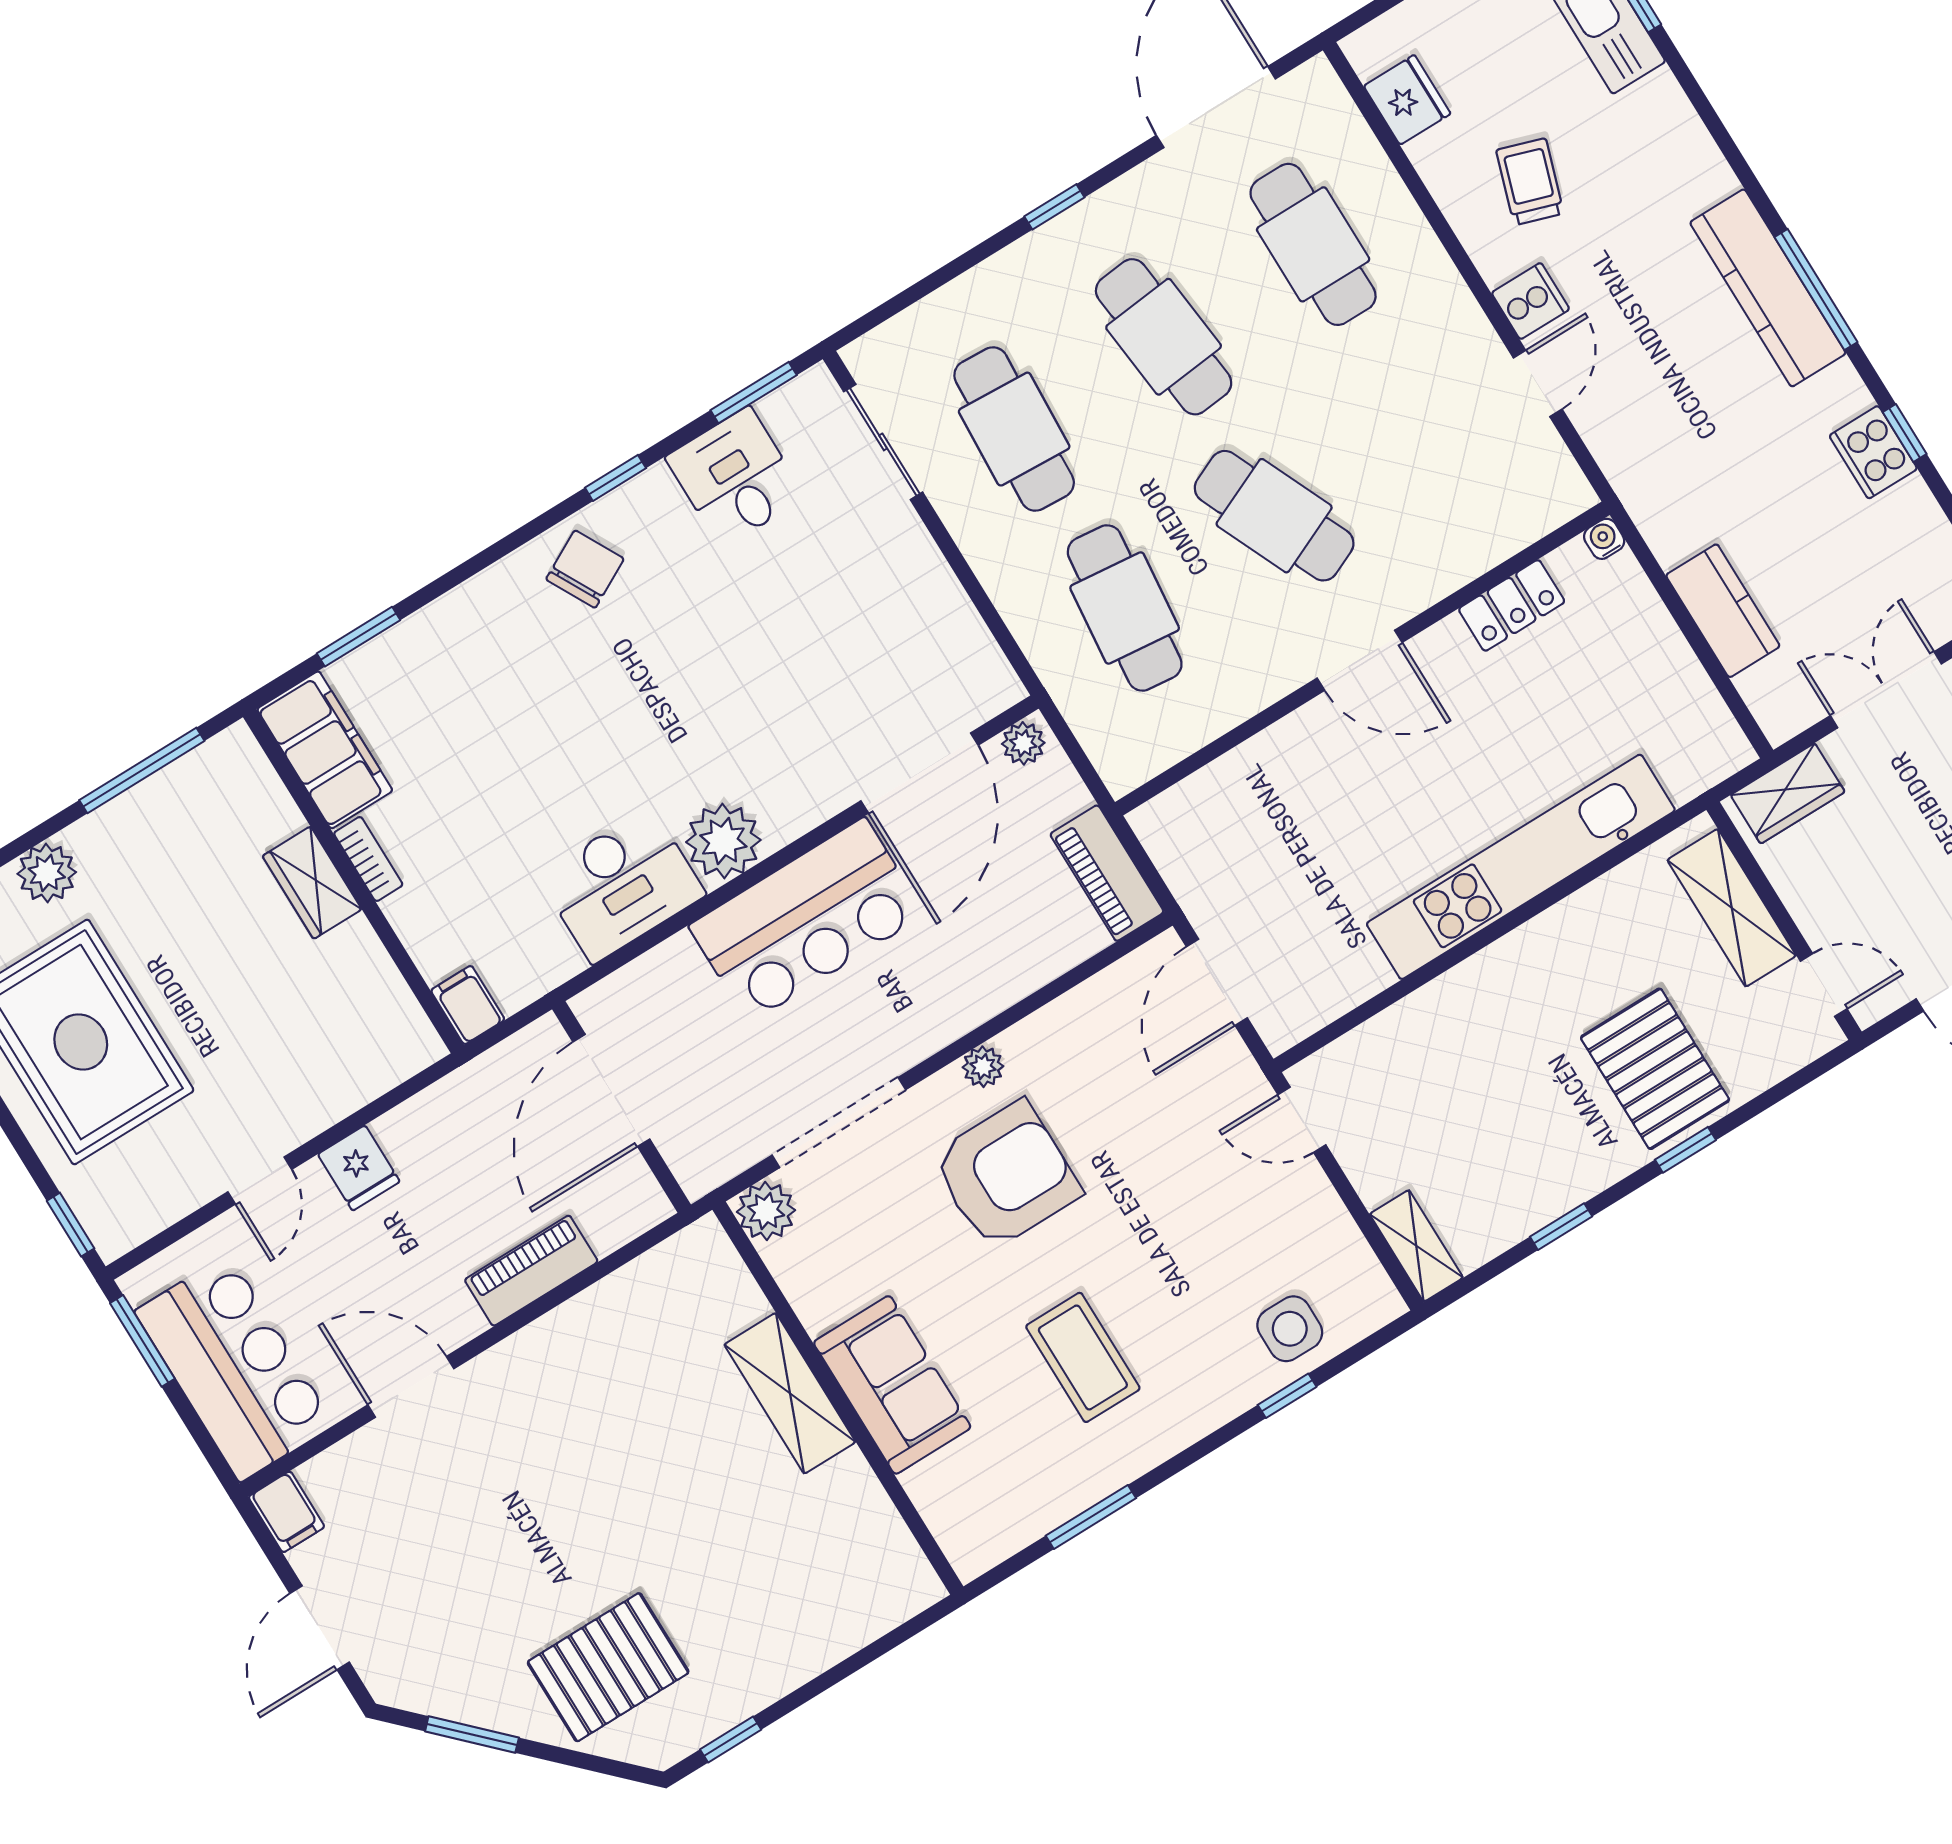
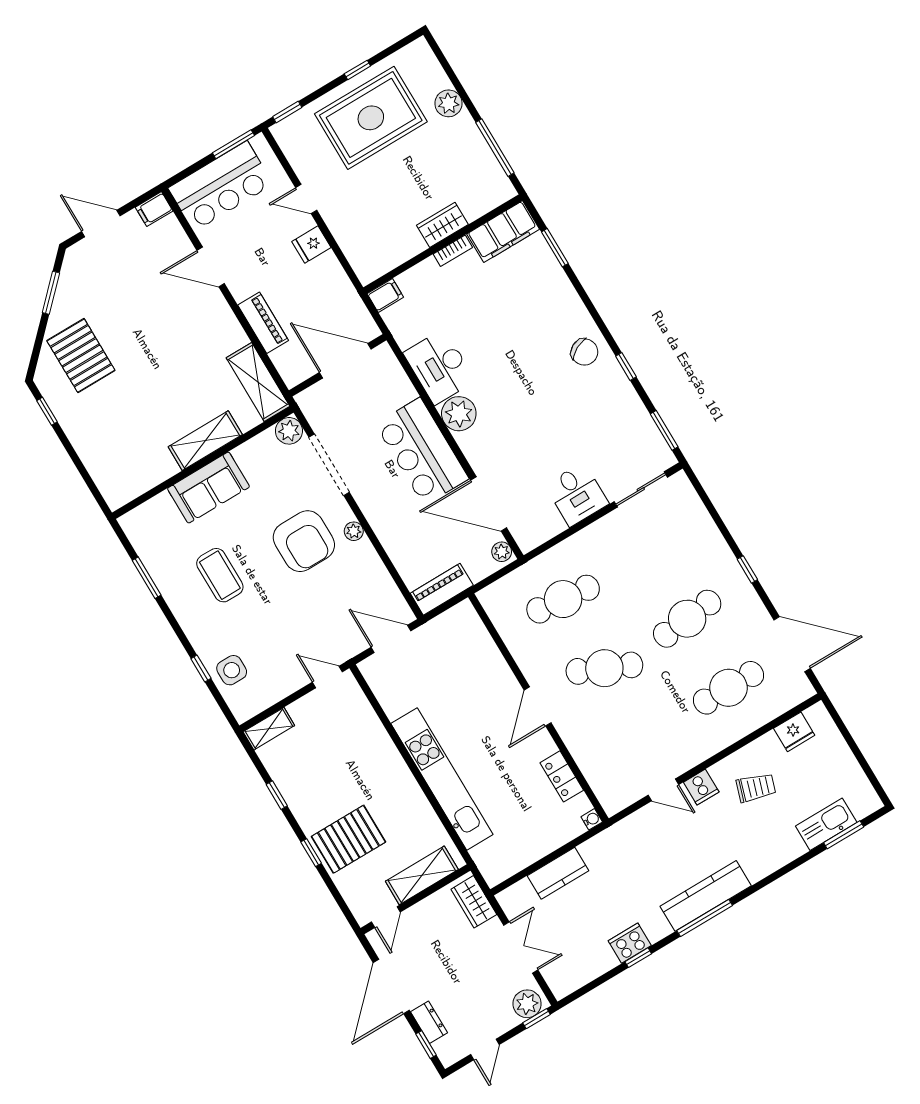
cafe table: (1014, 429) -> (646, 550), removed
desk: (735, 477) -> (577, 494), moved, turned 90
cafe table: (1274, 516) -> (604, 668), turned 48
door: (1302, 1120) -> (327, 677), hinge flipped
shelving: (660, 1280) -> (258, 382), added
coffee table: (1083, 1357) -> (220, 575), turned 90
door: (411, 1387) -> (211, 267), swing flipped

